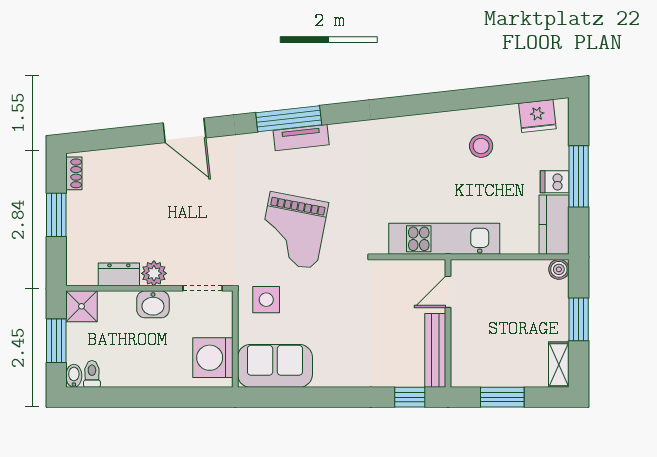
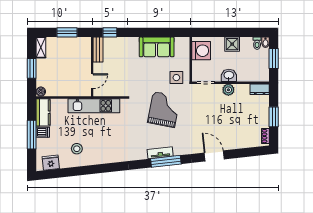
dresser: (119, 274) -> (260, 89), moved
shower: (82, 306) -> (232, 44), moved
bench: (435, 350) -> (98, 49), width x0.73
sofa: (275, 366) -> (157, 47), moved

